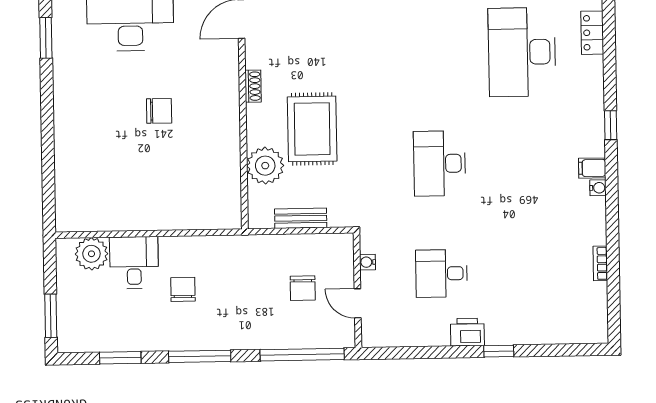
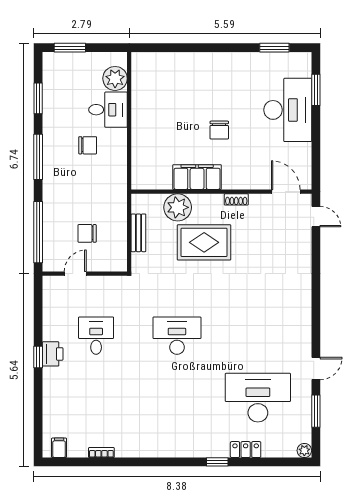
locker: (592, 33) -> (246, 450), moved
window: (611, 125) -> (217, 462), moved
filing cabinet: (224, 140) -> (197, 177), added
filing cabinet: (592, 168) -> (59, 448), moved
water cooler: (598, 188) -> (157, 452), removed
water cooler: (368, 262) -> (105, 281), removed
window: (499, 351) -> (38, 357), moved

